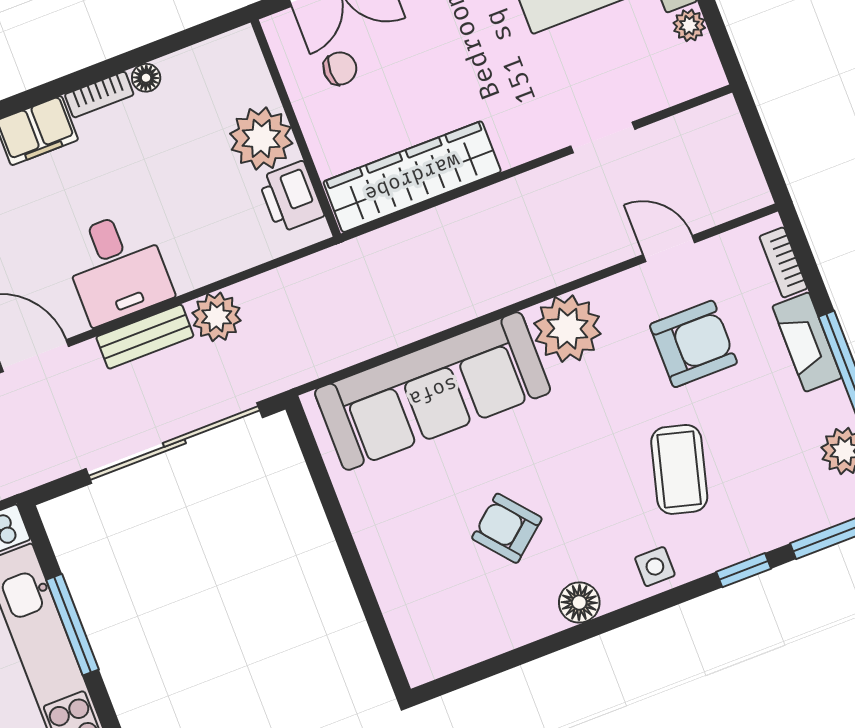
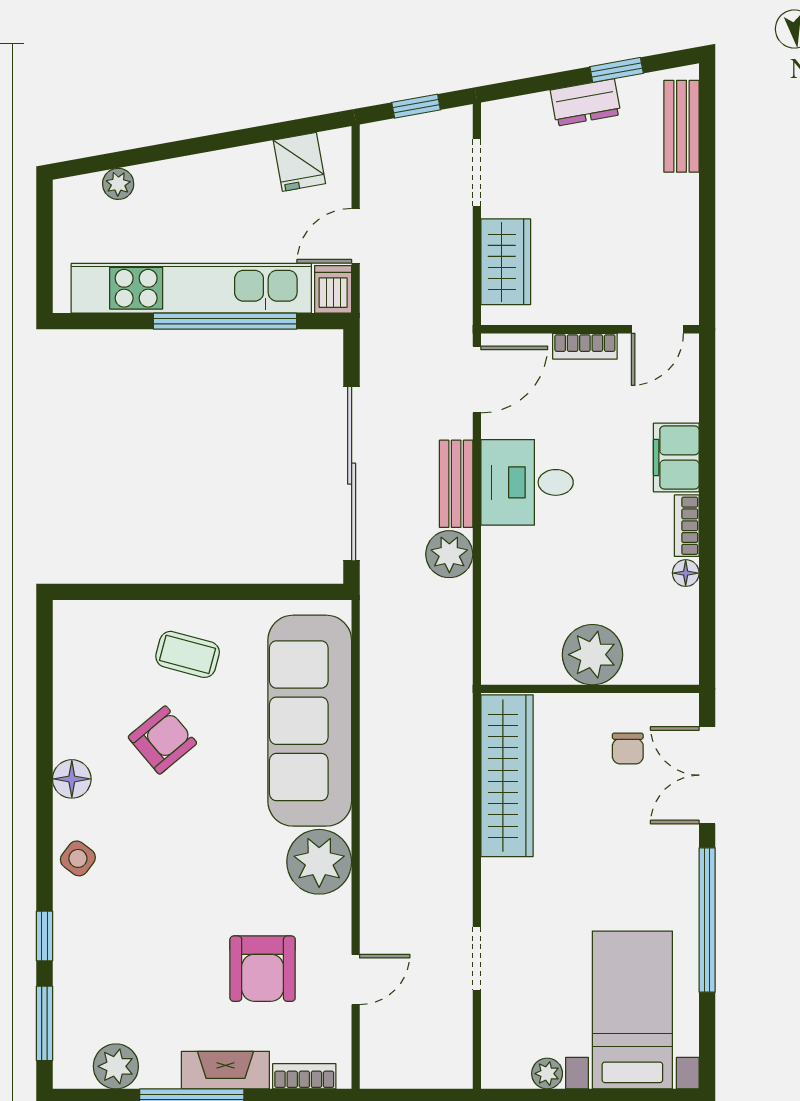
printer: (291, 197) -> (530, 661), removed
coffee table: (679, 469) -> (188, 654), moved, width x0.73, depth x0.77
side table: (655, 567) -> (78, 858), turned 37
window: (72, 625) -> (225, 321), width x1.46

